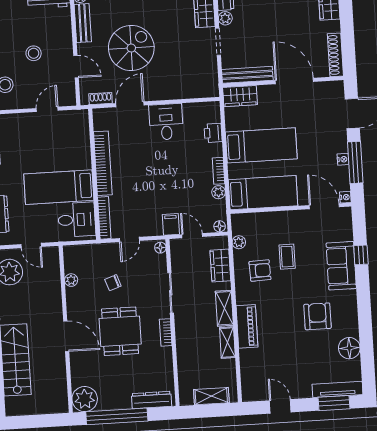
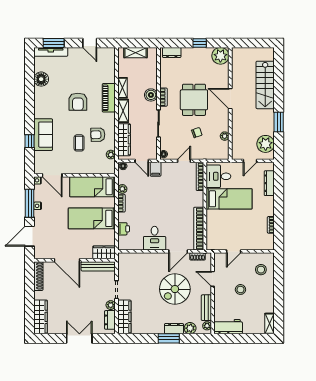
bookcase: (103, 163) -> (199, 229), moved
door: (31, 245) -> (250, 161), swing flipped
wardrobe: (220, 266) -> (124, 140), width x1.50
armchair: (317, 316) -> (78, 102), moved
boiler: (185, 335) -> (151, 95), added
dresser: (152, 400) -> (172, 53), width x0.70
window: (117, 416) -> (200, 43), width x0.32

